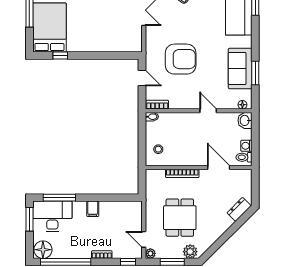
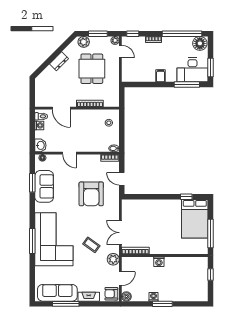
armchair: (181, 59) -> (91, 194), turned -90
dresser: (239, 209) -> (59, 61), moved

